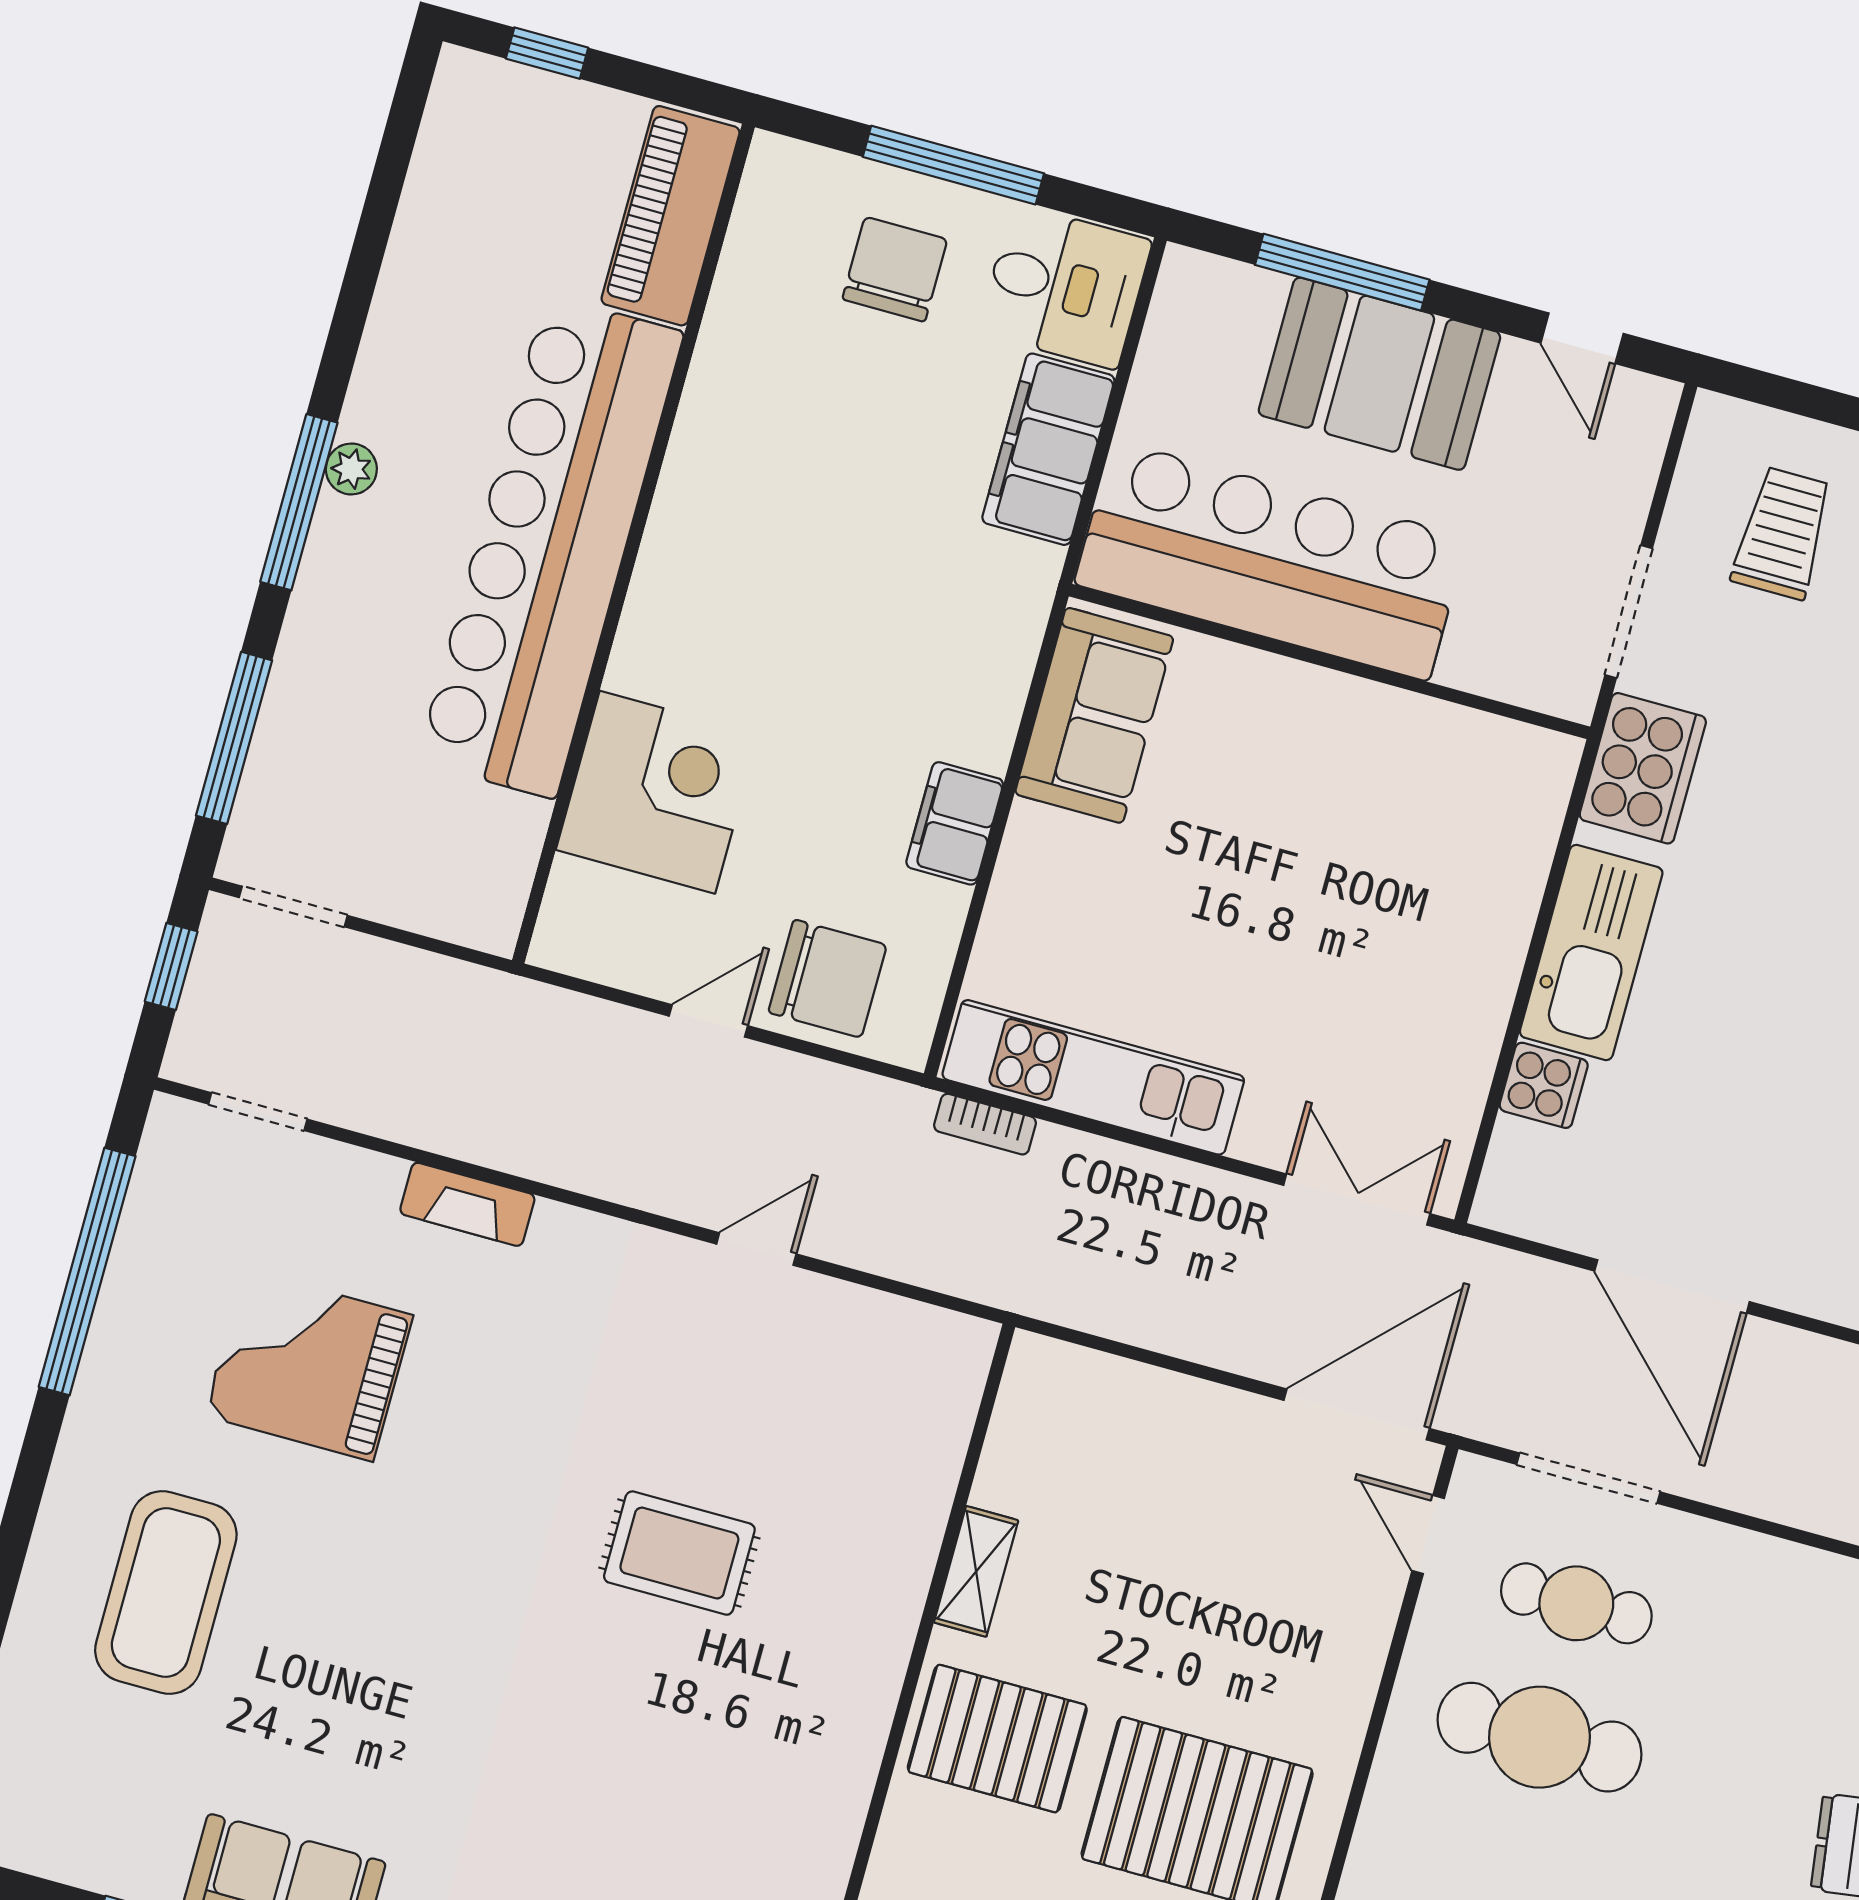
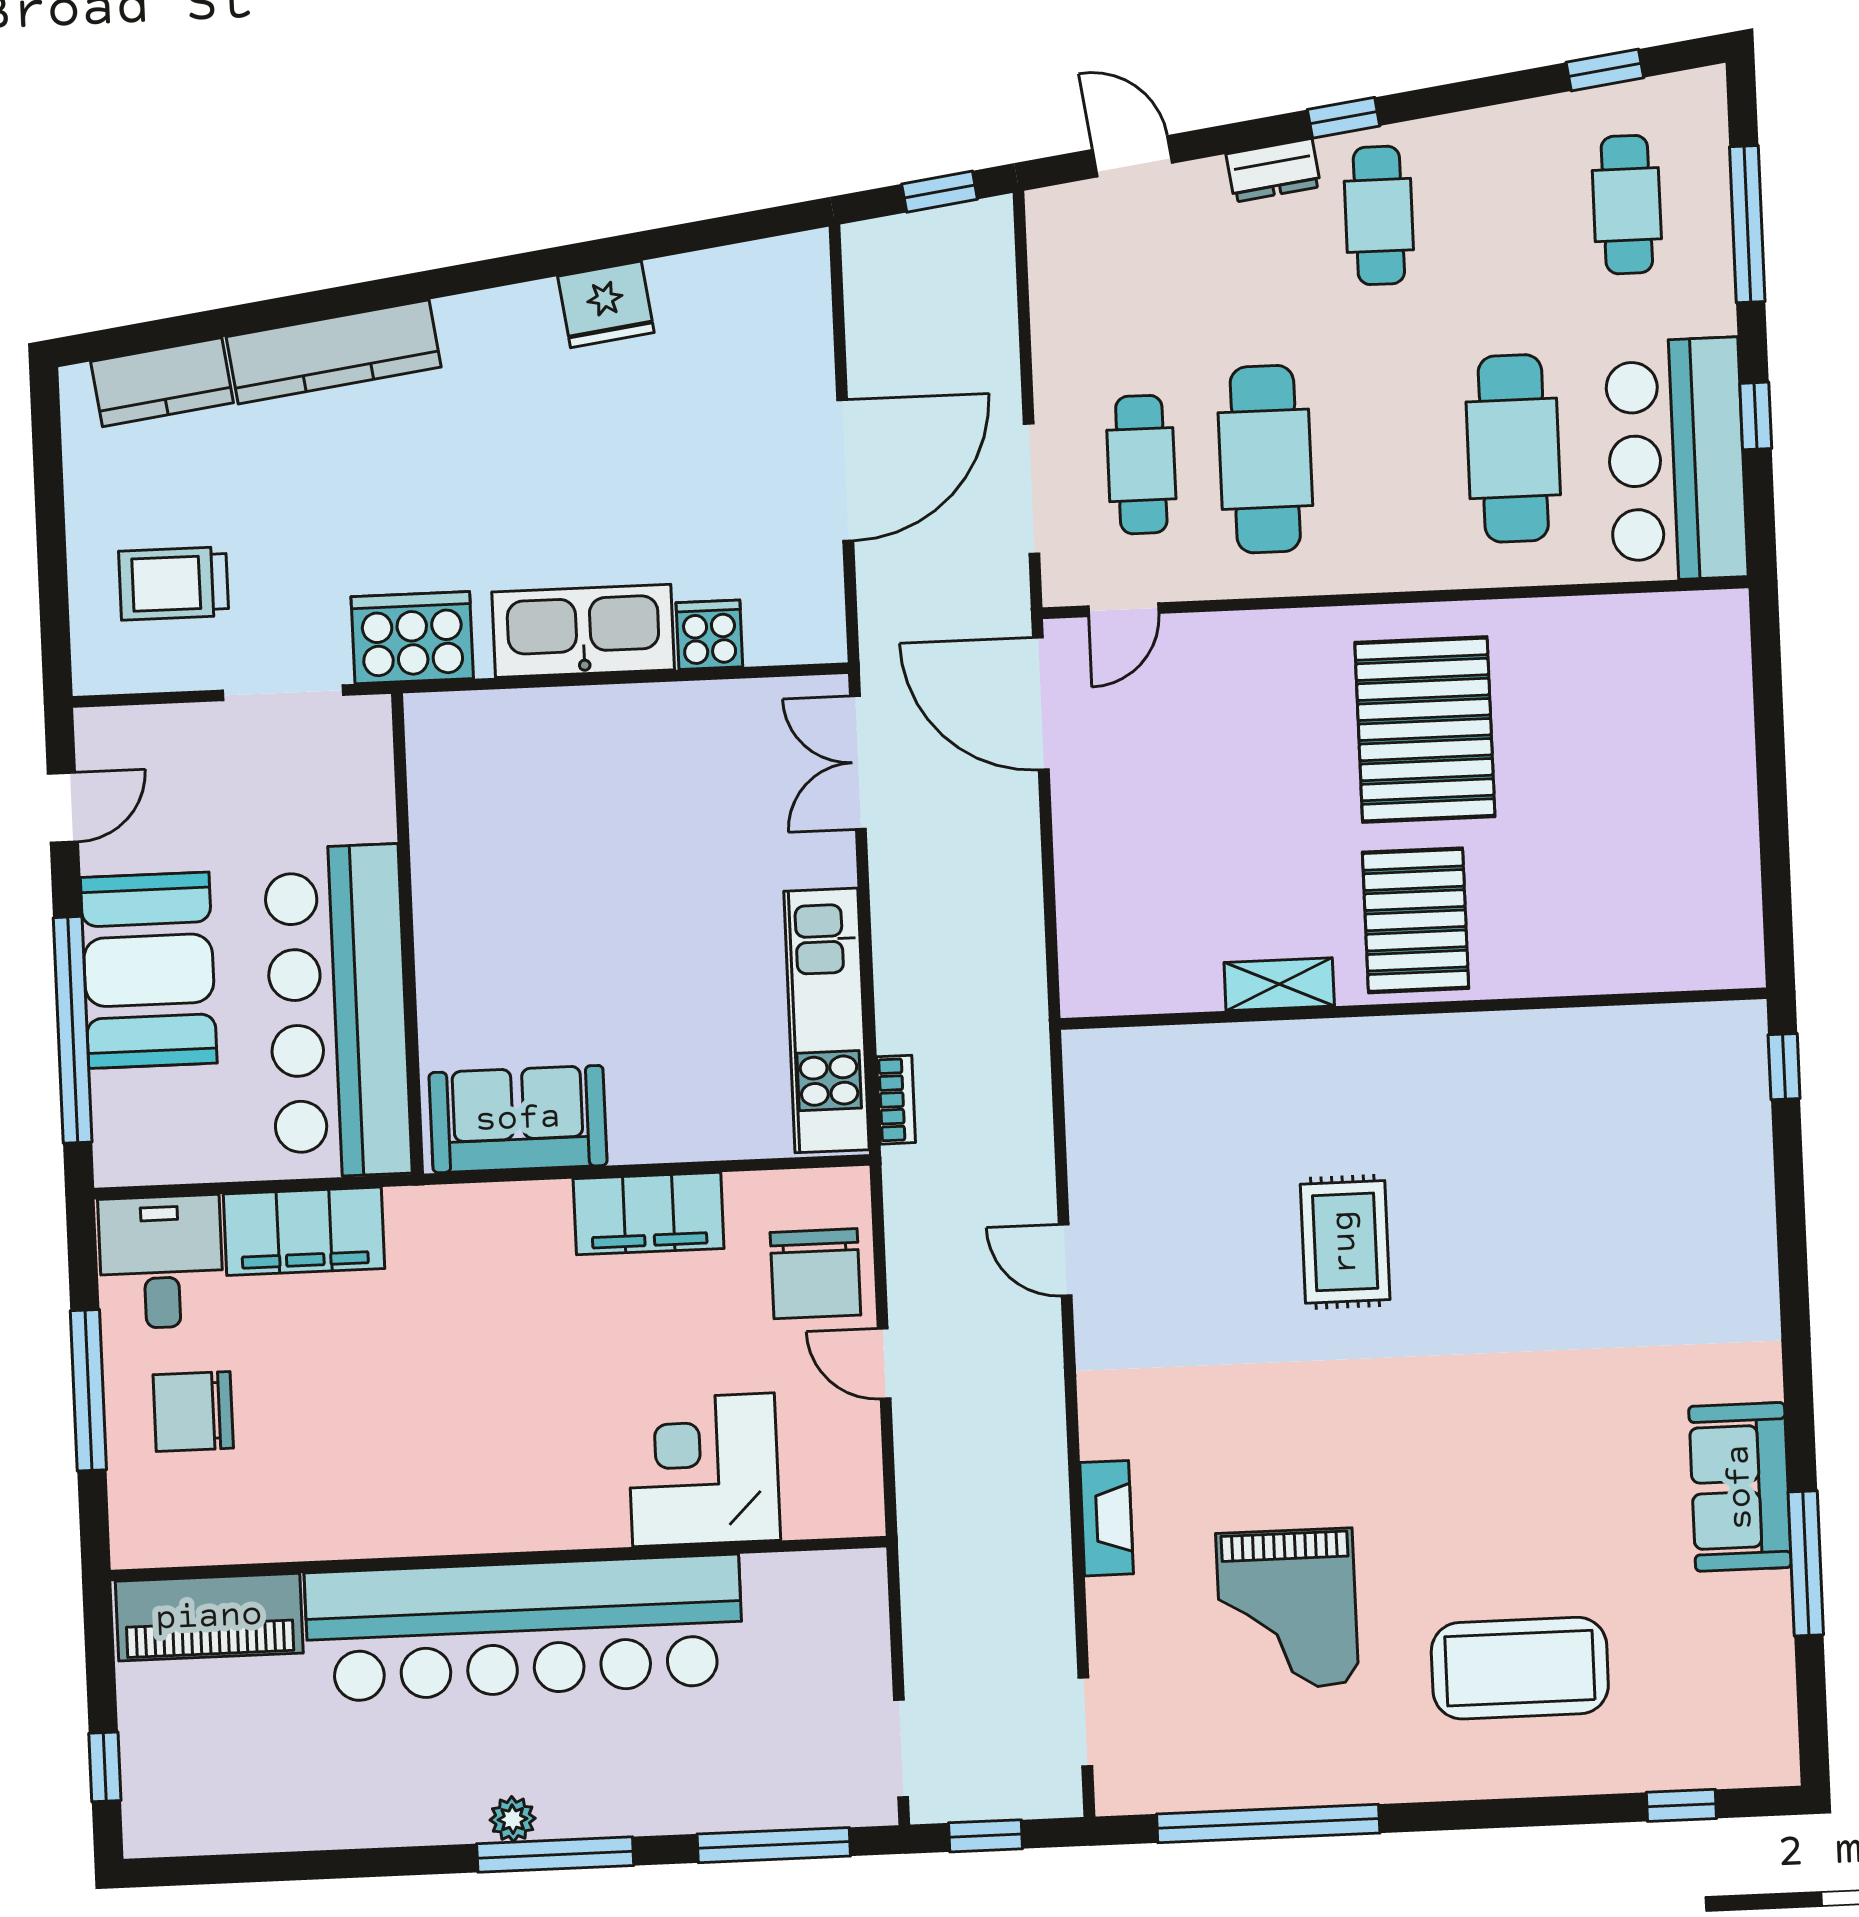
window: (1342, 272) -> (73, 1030), width x1.46
filing cabinet: (955, 823) -> (649, 1214), width x1.50, depth x1.17
chair: (827, 979) -> (815, 1274), turned 180

